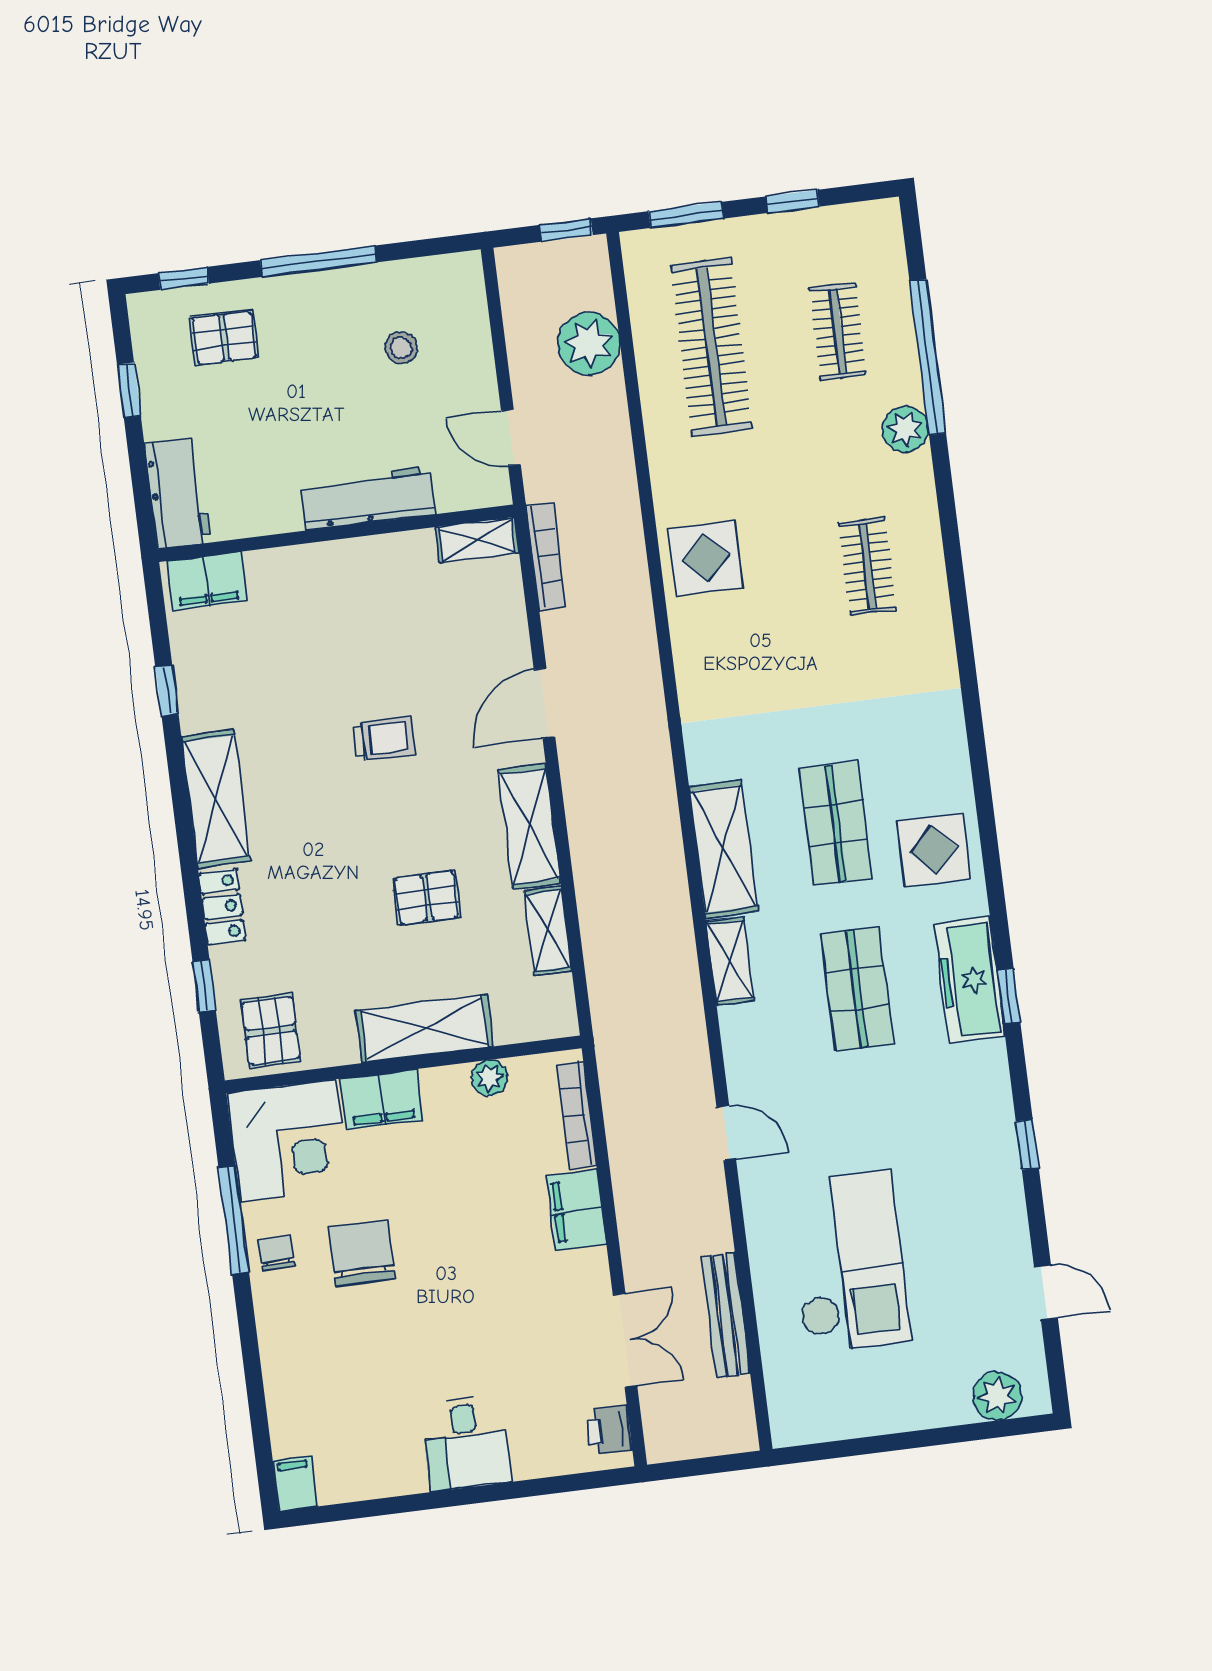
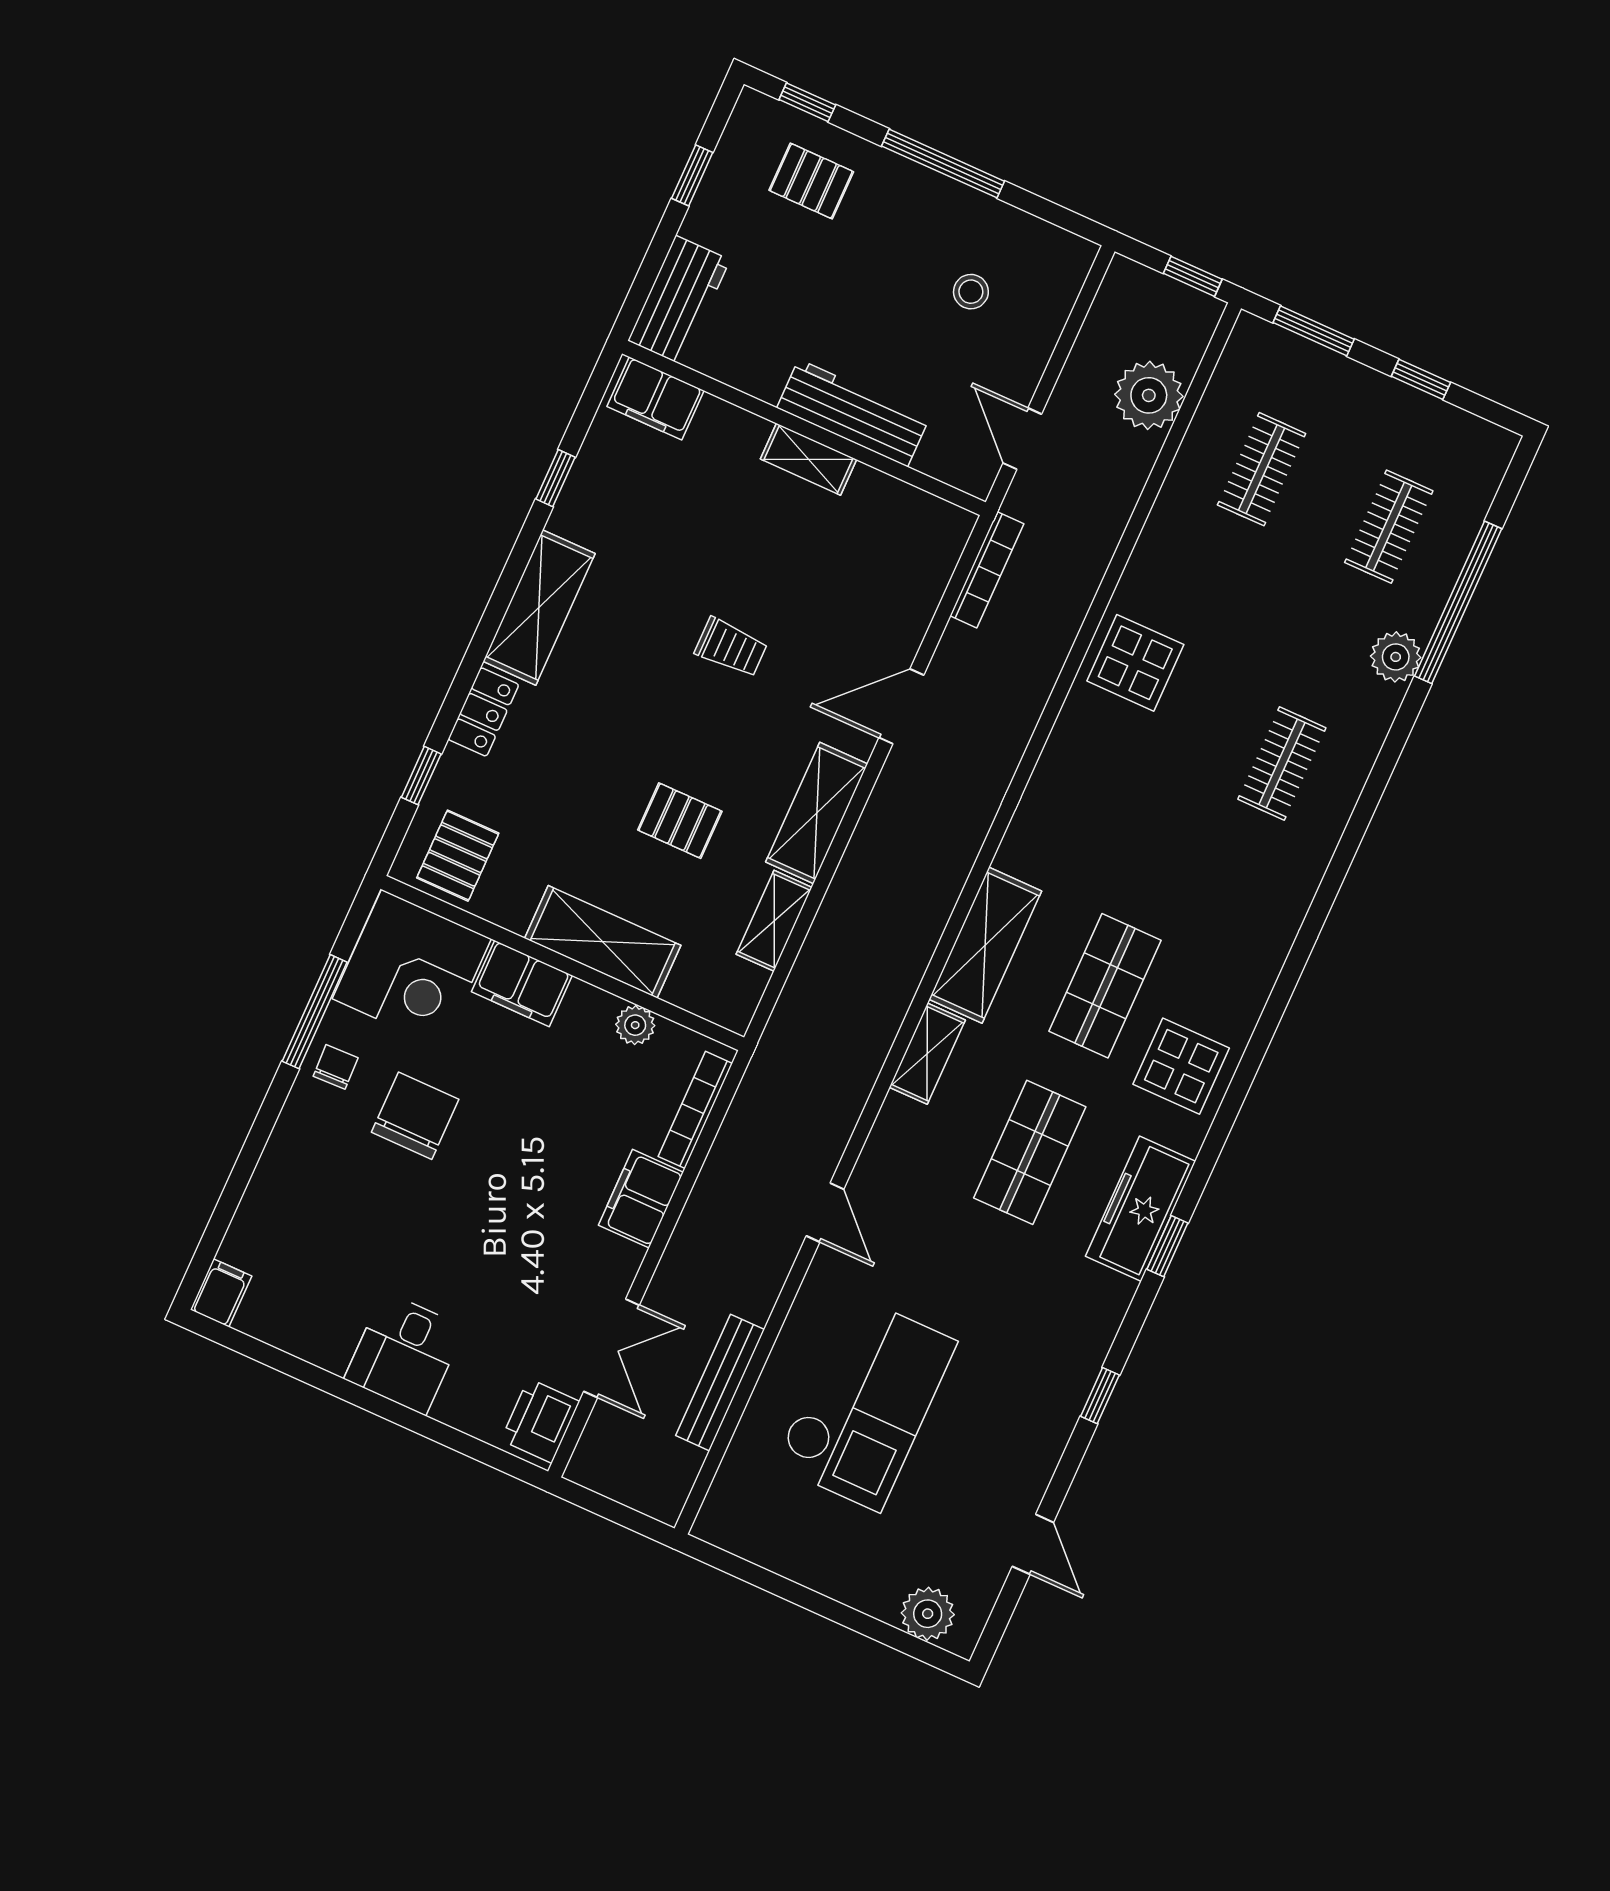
clothes rail: (712, 347) -> (1262, 469), width x0.54, depth x0.76
shelving: (477, 540) -> (808, 459), moved
printer: (609, 1430) -> (540, 1421), width x1.36, depth x1.24

